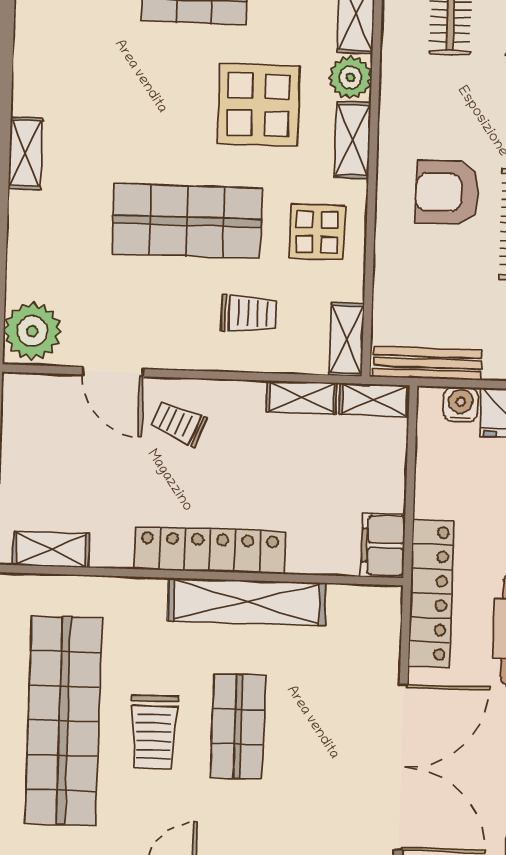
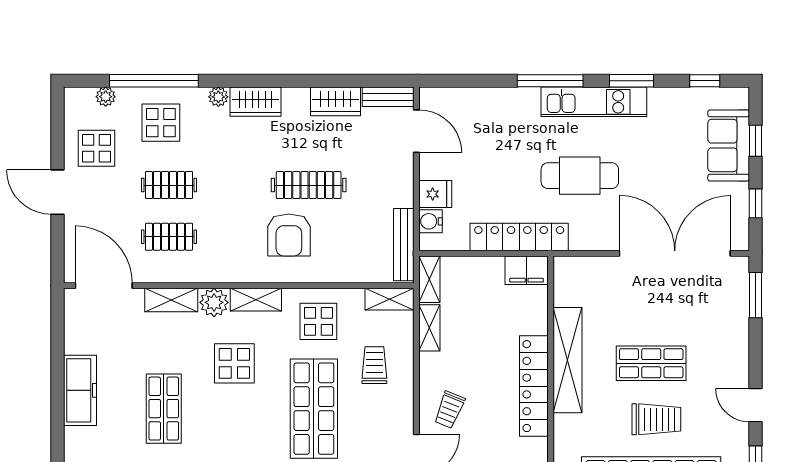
display table: (258, 105) -> (234, 363), width x0.73, depth x0.73
locker: (431, 593) -> (519, 237), moved

